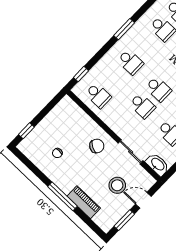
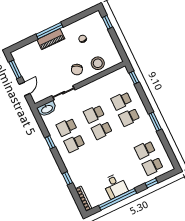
school desk: (98, 96) -> (121, 101), moved
stool: (117, 185) -> (98, 63), moved
piano: (84, 202) -> (51, 39), moved

